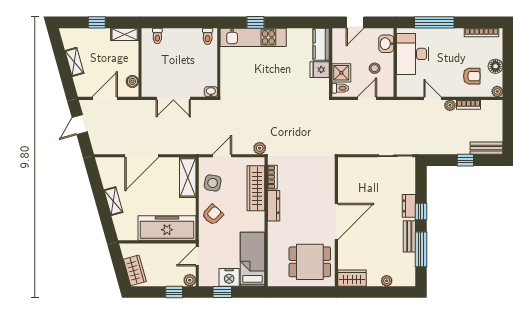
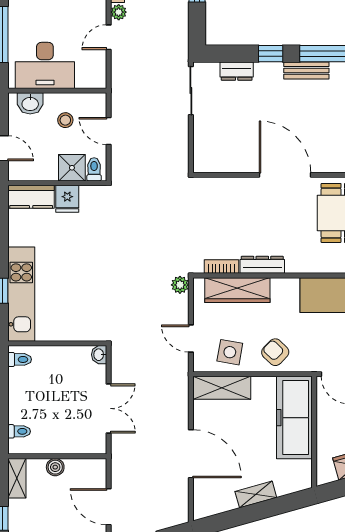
boiler: (132, 81) -> (55, 467), moved
dresser: (409, 206) -> (237, 71), moved

